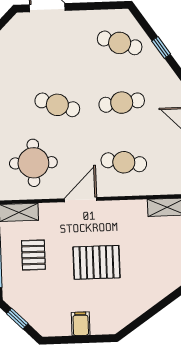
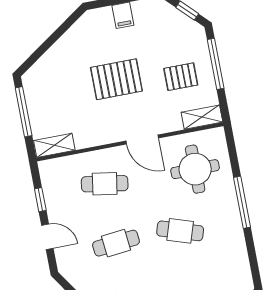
door: (81, 200) -> (142, 140), hinge flipped
pallet: (33, 255) -> (181, 77), turned 90

